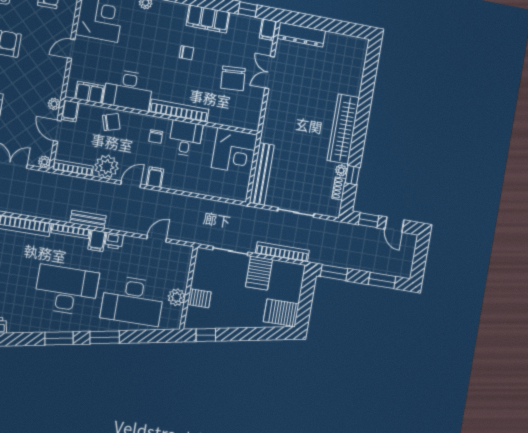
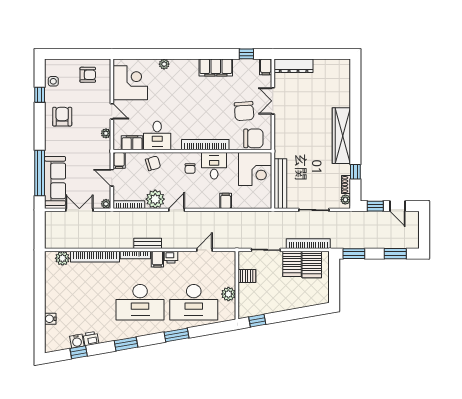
door: (71, 49) -> (112, 111), swing flipped
chair: (186, 53) -> (253, 138), moved, width x1.87, depth x1.87
desk: (128, 90) -> (157, 135), width x0.73
plant: (54, 104) -> (106, 133), moved
plant: (341, 170) -> (345, 200), moved
filing cabinet: (155, 177) -> (226, 201), moved
desk: (66, 290) -> (140, 302), turned 180
server rack: (199, 298) -> (247, 276), moved
server rack: (281, 313) -> (312, 264), moved, turned -90
window: (59, 338) -> (126, 344), moved

